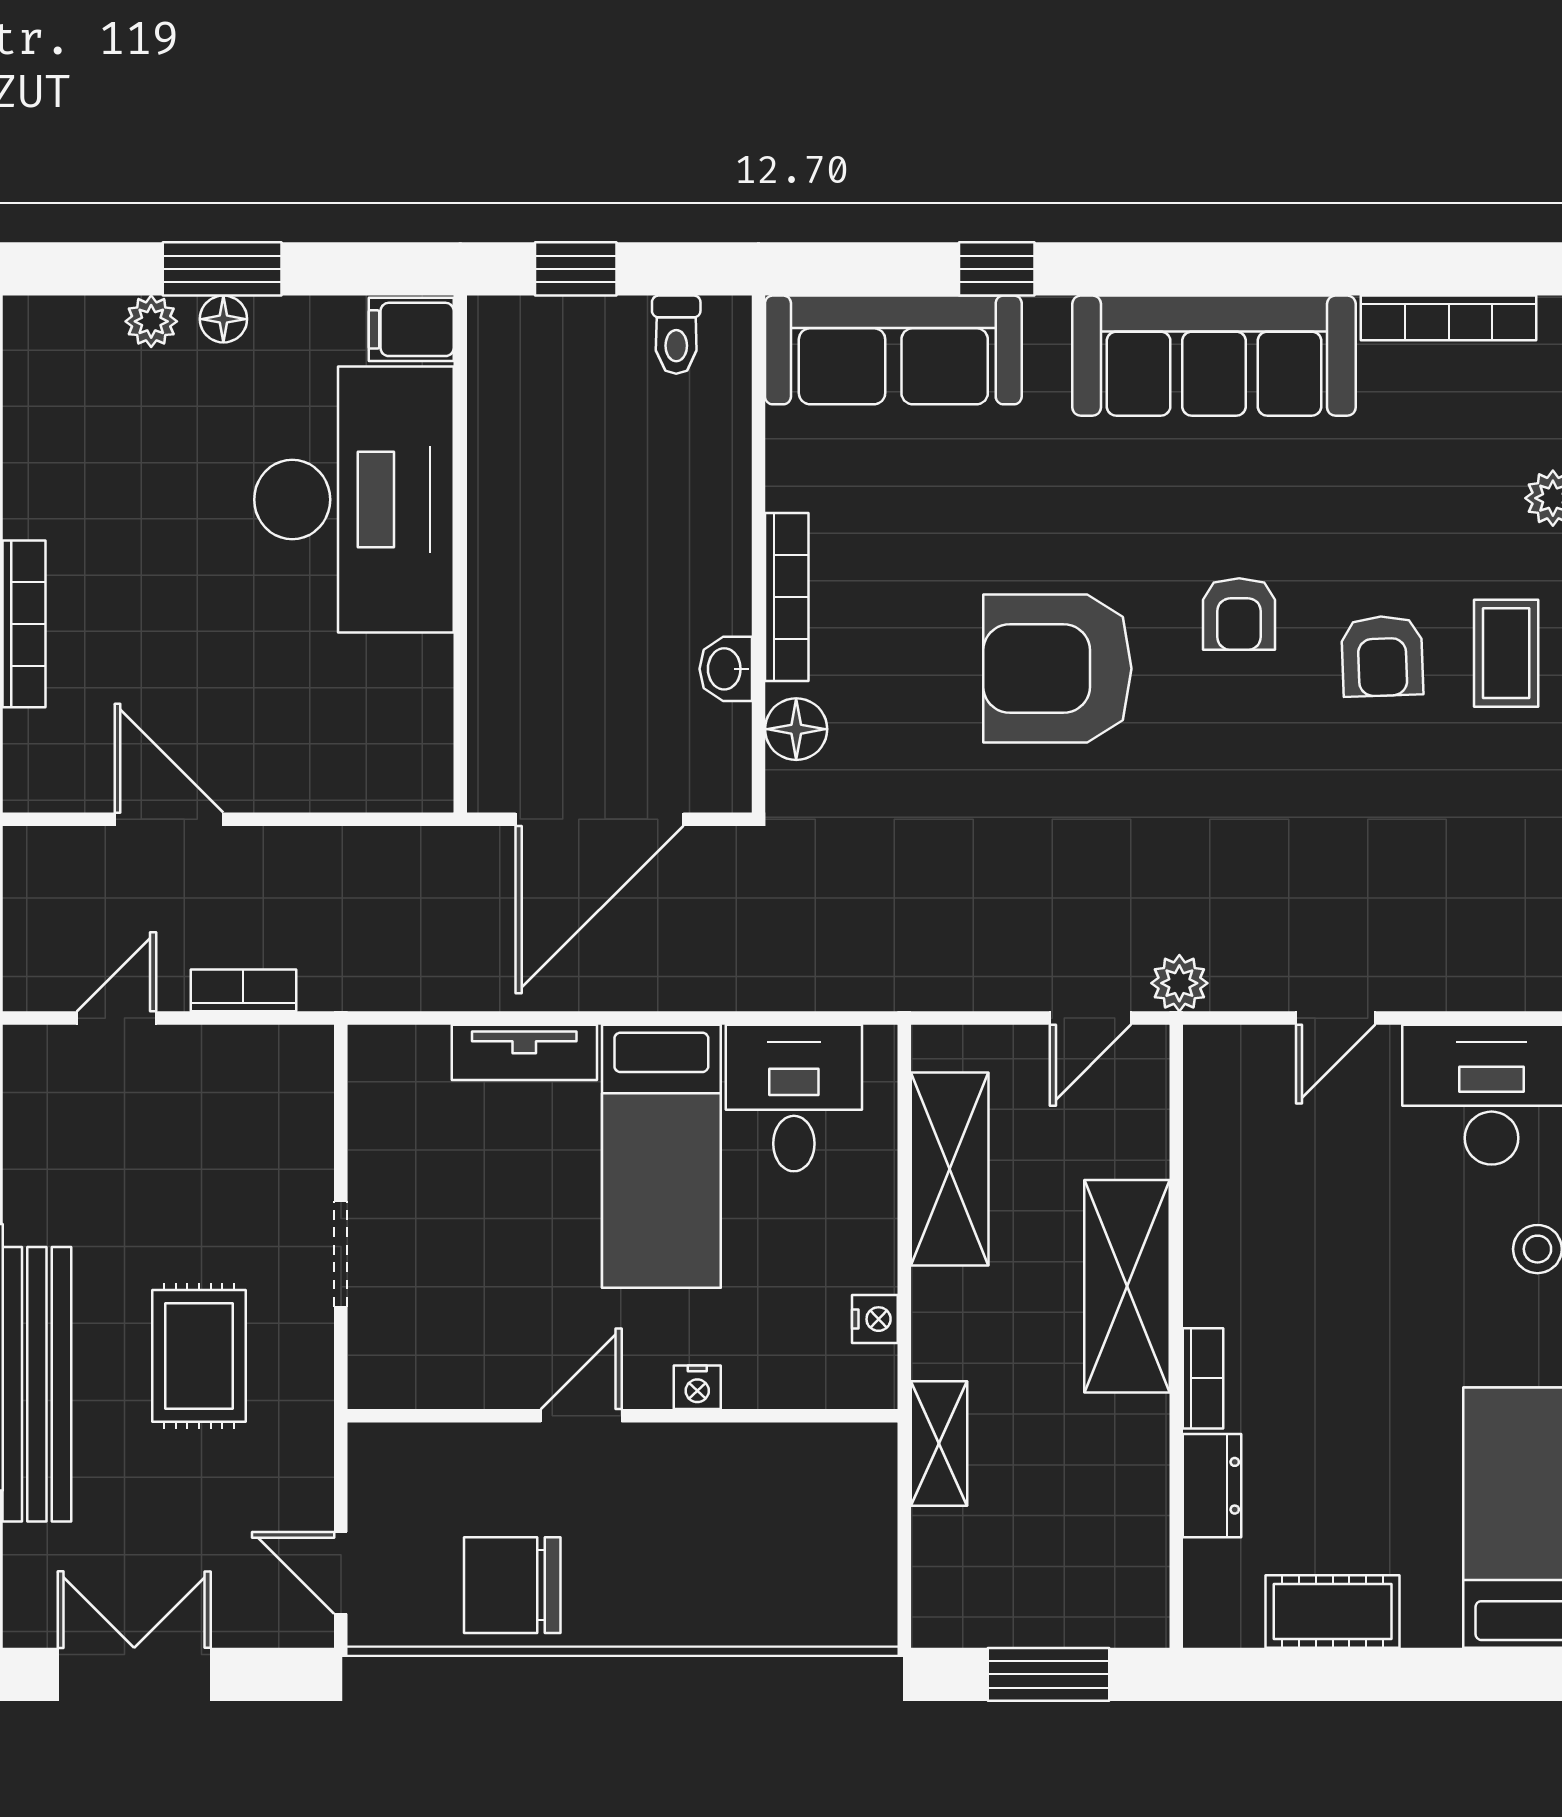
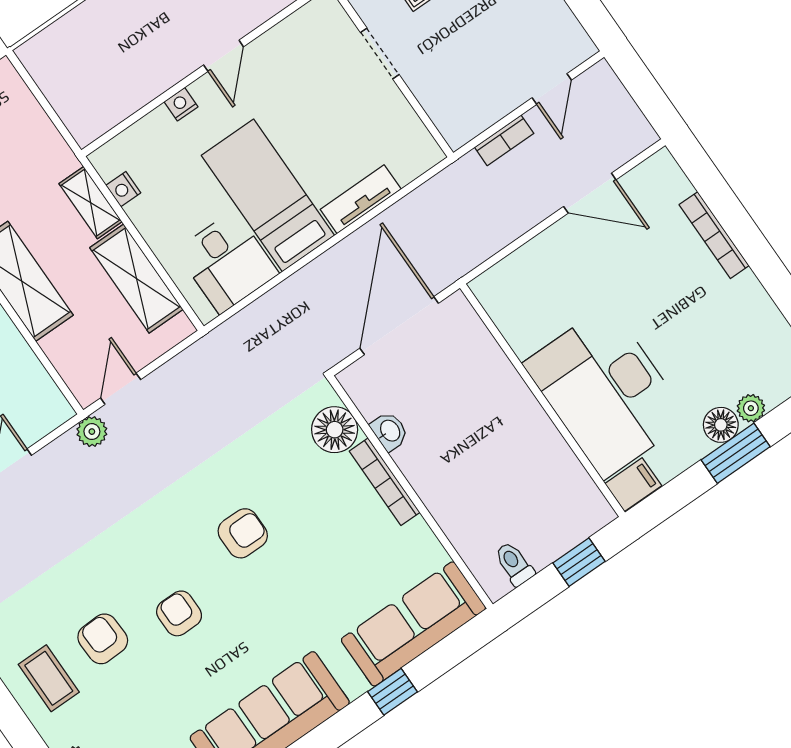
floor lamp: (223, 319) -> (721, 425), width x1.37, depth x1.37
armchair: (1057, 669) -> (243, 533), width x0.53, depth x0.53
floor lamp: (796, 729) -> (335, 430), width x1.38, depth x1.38
shelving: (939, 1443) -> (91, 203), moved

